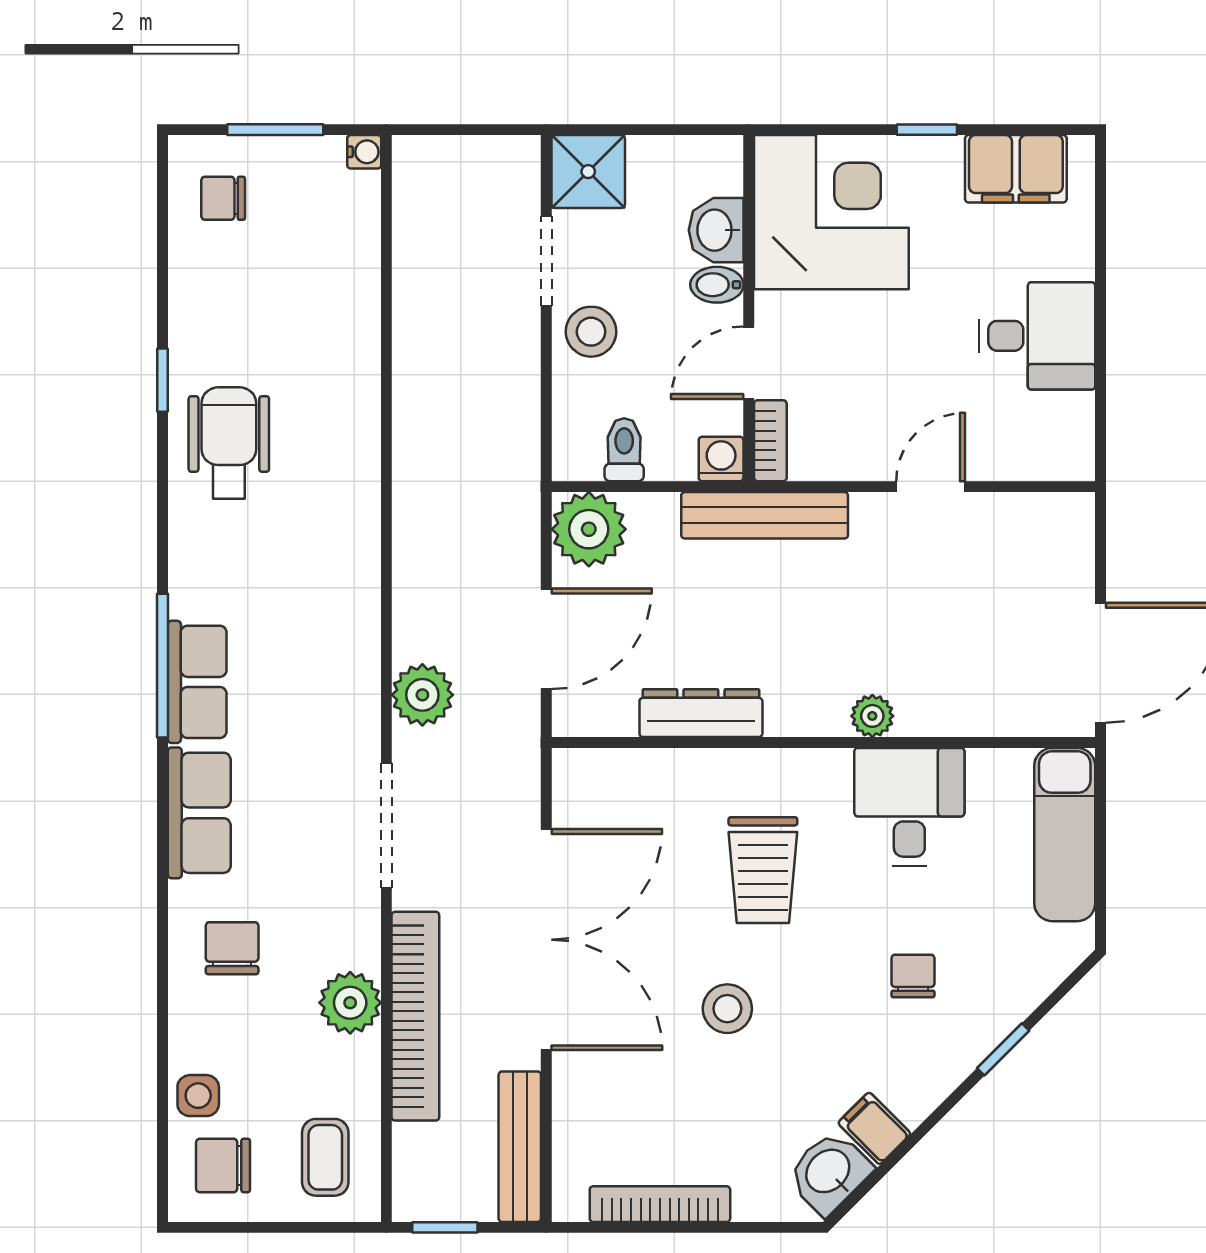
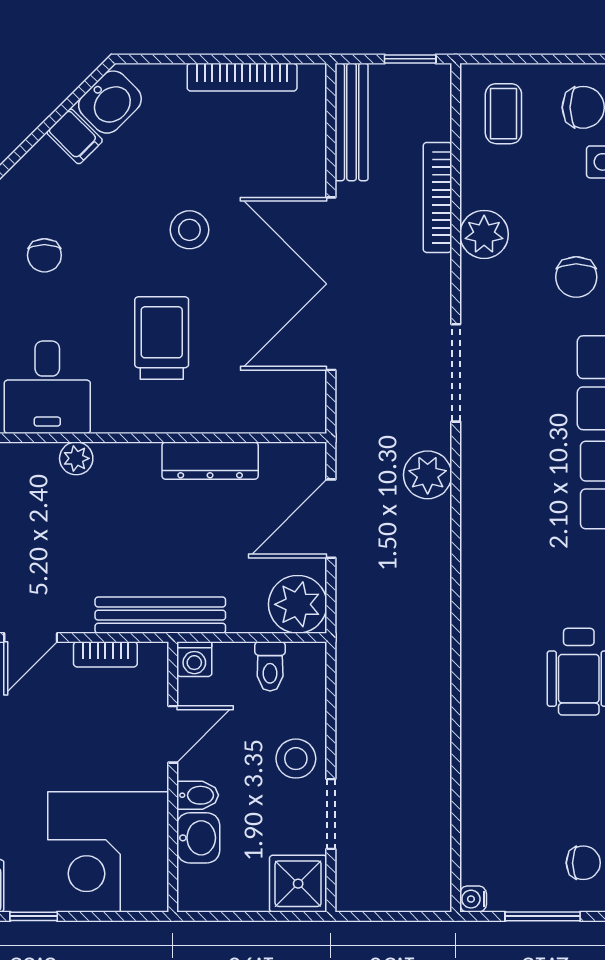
bookcase: (770, 441) -> (105, 654), moved, turned -90
bookcase: (415, 1016) -> (437, 197), width x0.68, depth x0.76

